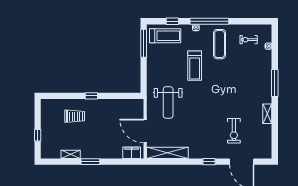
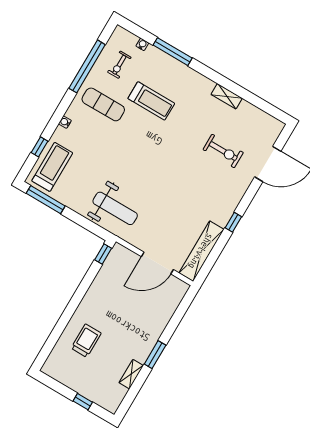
window: (209, 21) -> (87, 66), moved
treadmill: (195, 66) -> (151, 101), moved
window: (275, 83) -> (173, 52), moved
window: (91, 96) -> (103, 254), moved
weight bench: (168, 102) -> (115, 208), moved
filing cabinet: (132, 153) -> (175, 296), removed
window: (209, 162) -> (233, 222), moved

